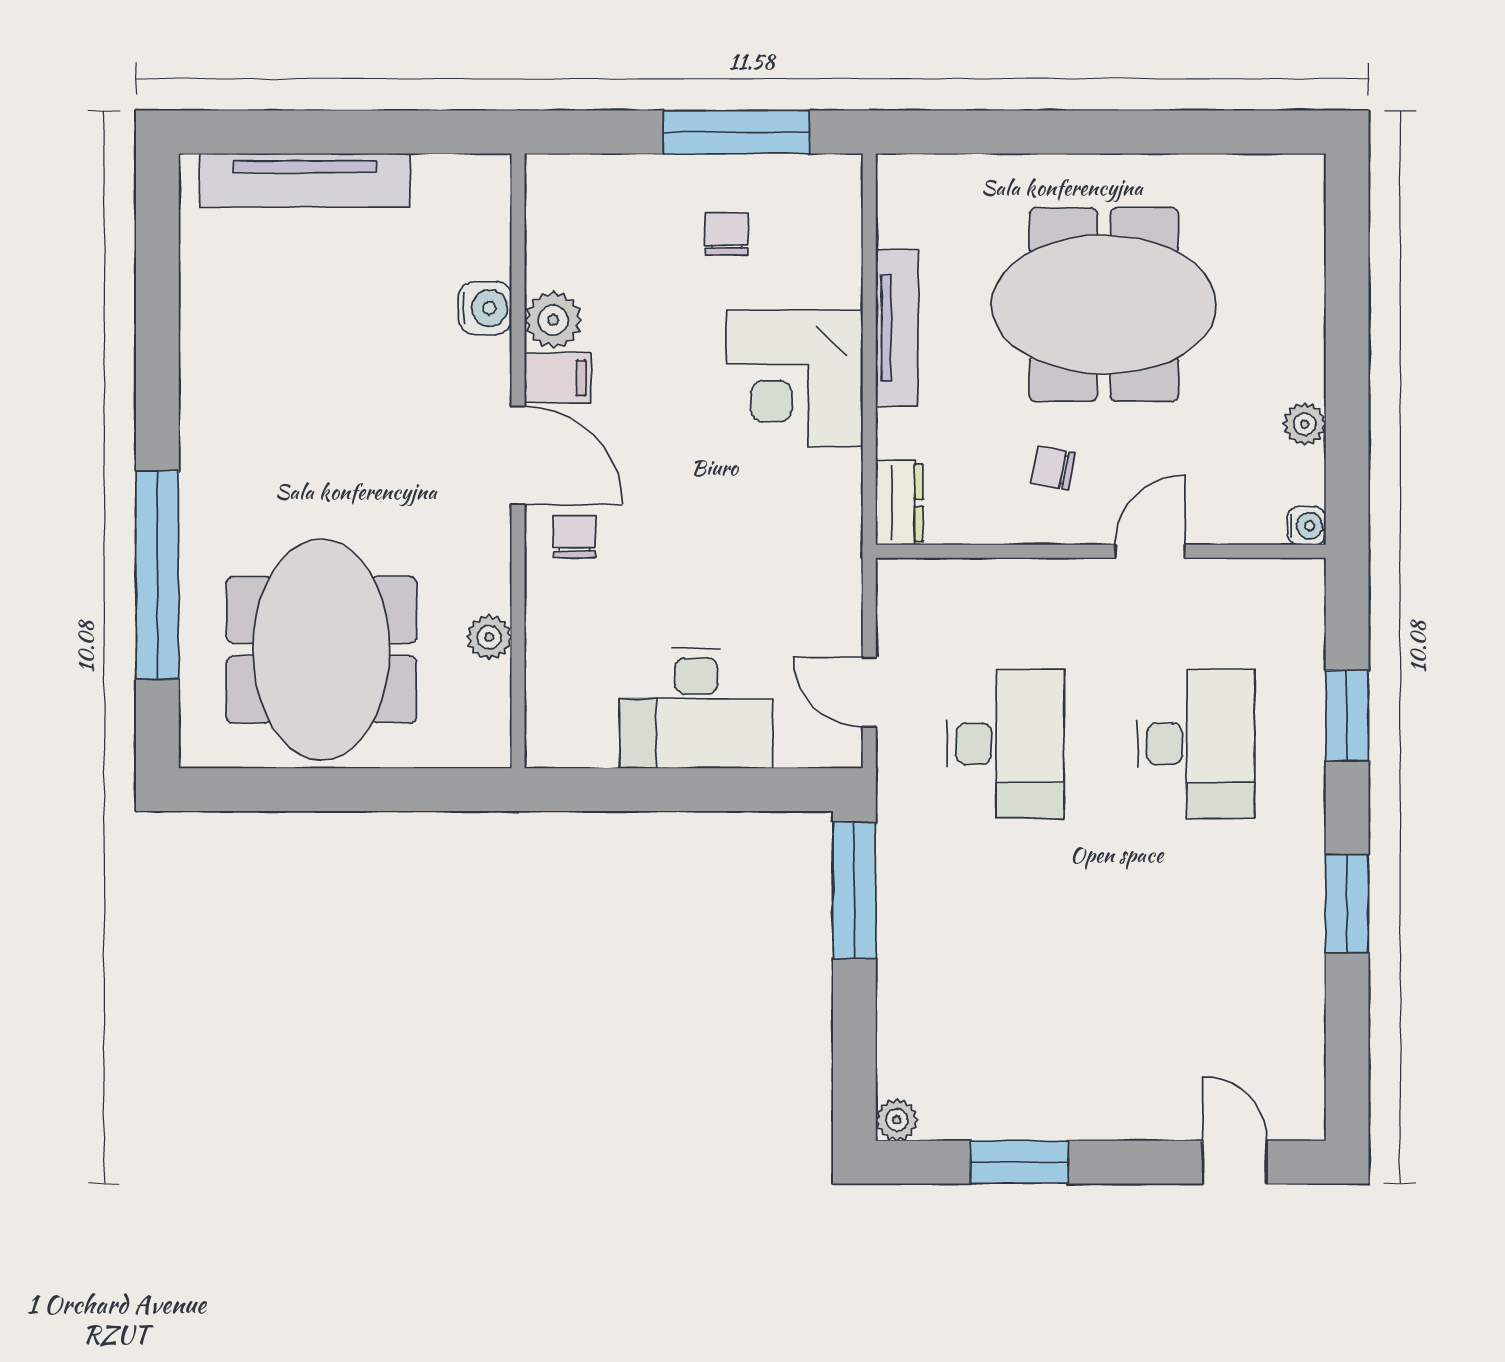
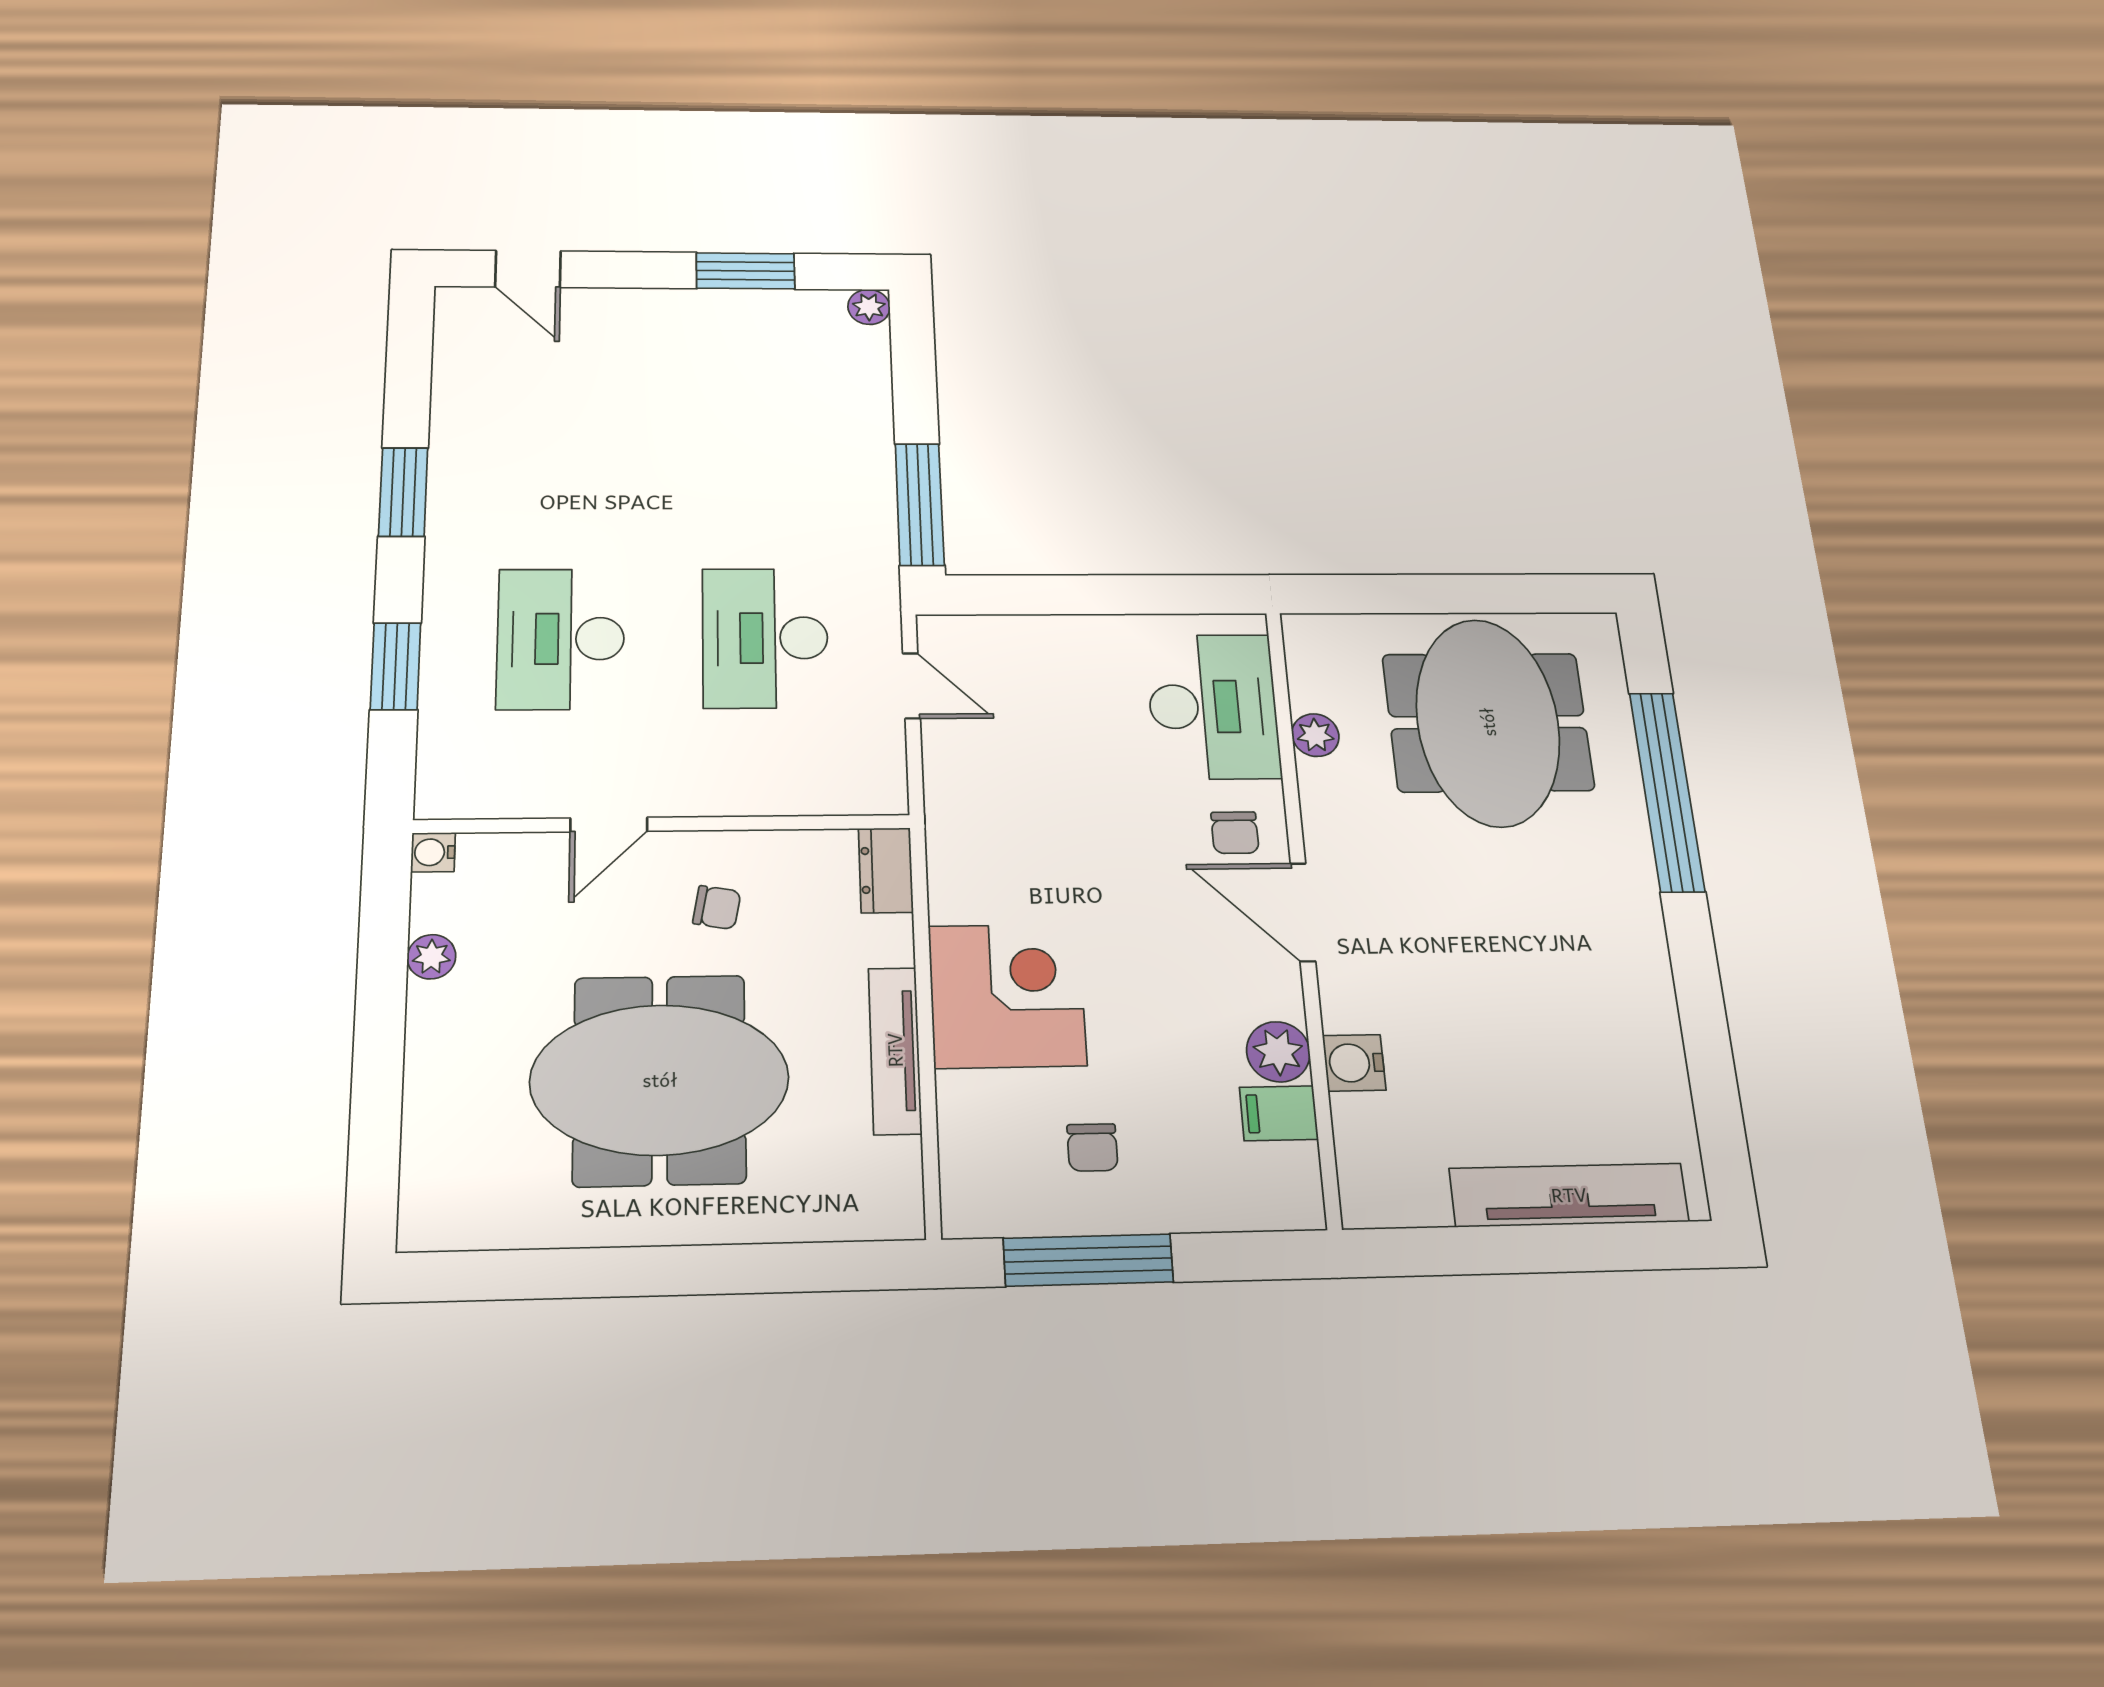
filing cabinet: (558, 378) -> (1279, 1113), moved
desk: (696, 708) -> (1213, 706), moved, turned 90

